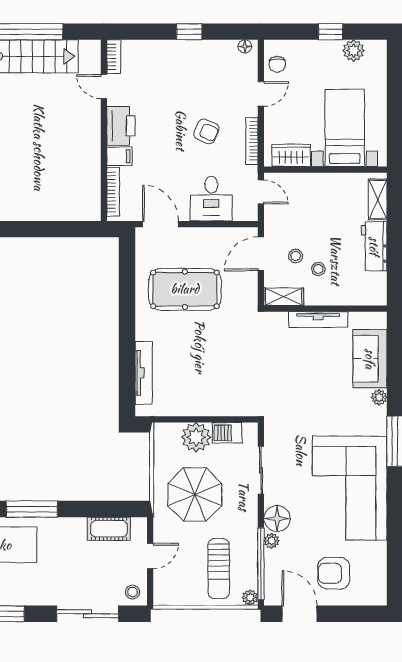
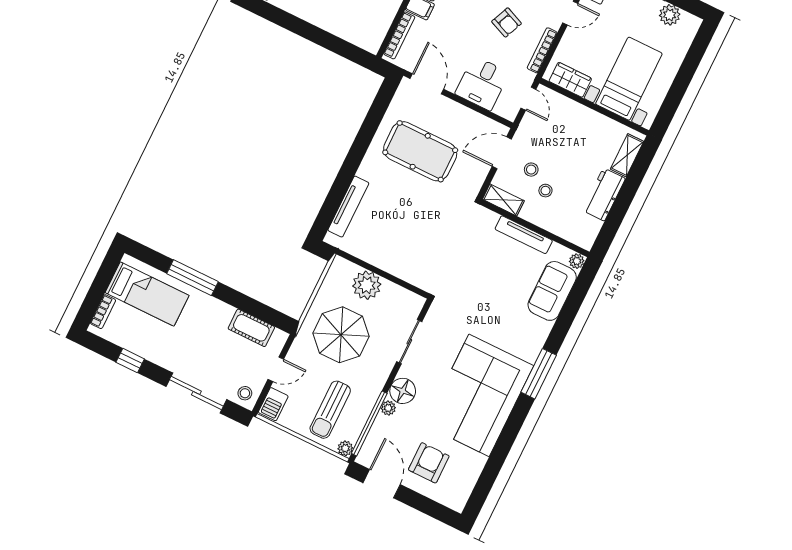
plant: (379, 397) -> (577, 261), moved
barbecue: (227, 433) -> (273, 404), moved, turned -90
armchair: (334, 573) -> (429, 463), turned 90

